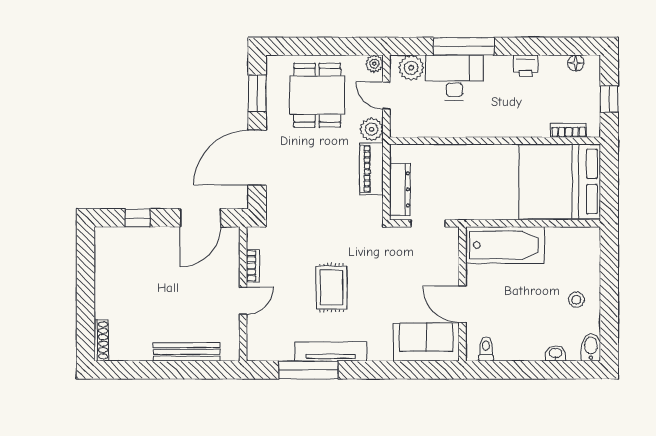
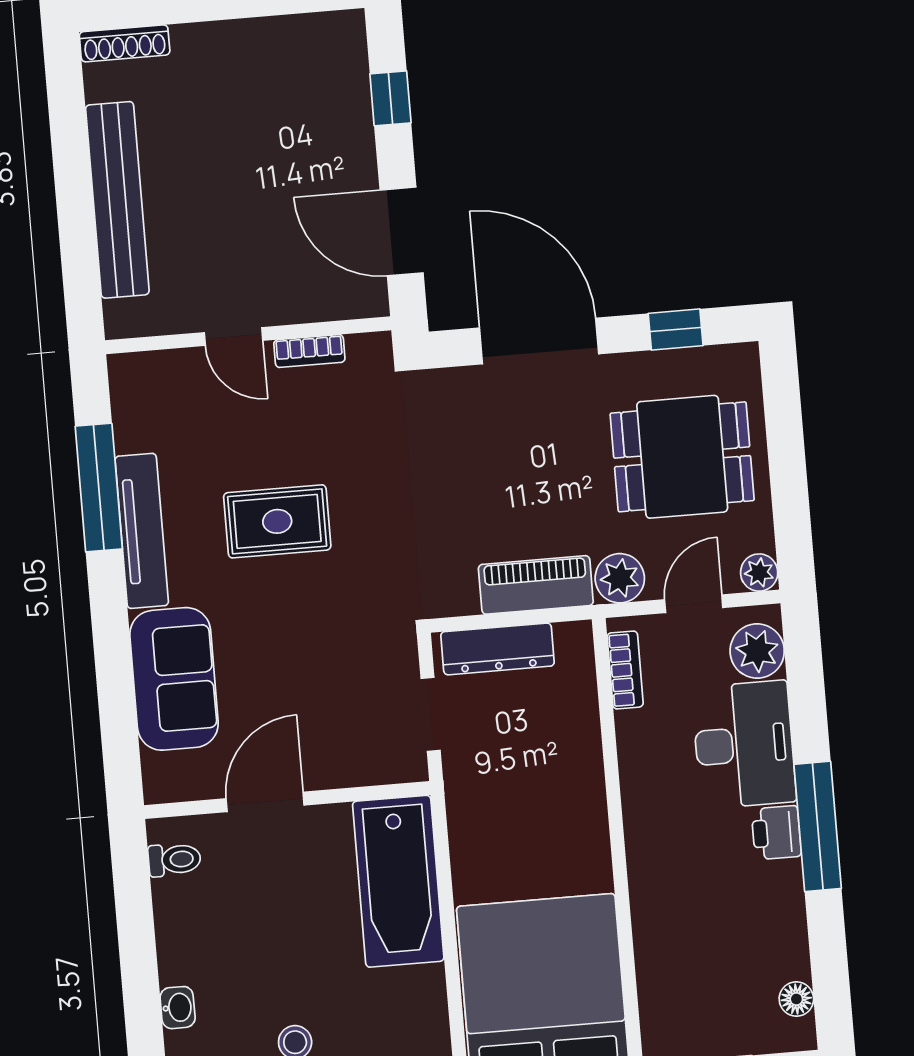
window: (464, 46) -> (818, 826), moved
printer: (526, 66) -> (776, 833), moved
window: (257, 93) -> (676, 329), width x0.67
bookcase: (569, 130) -> (625, 670), moved
sofa: (426, 342) -> (174, 679), moved
bench: (187, 352) -> (117, 200), width x1.37, depth x1.21

